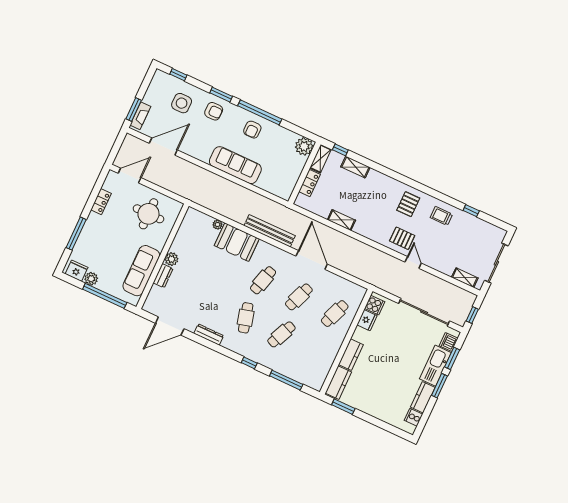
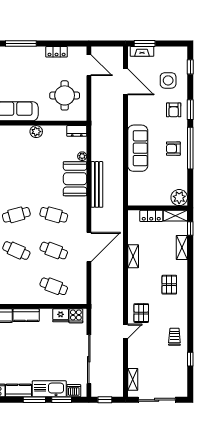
pallet: (408, 204) -> (169, 285), moved, turned 90
bench: (270, 231) -> (97, 184), moved
dresser: (163, 276) -> (77, 131), moved

